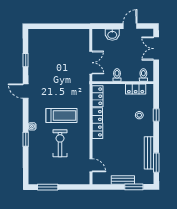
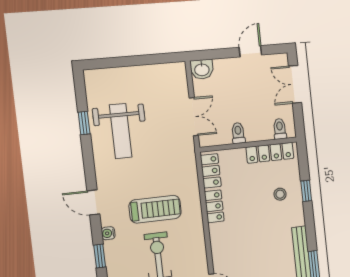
washbasin: (112, 35) -> (202, 69), moved
weight bench: (46, 67) -> (121, 131), added
locker: (136, 89) -> (270, 153), width x1.53
door: (26, 91) -> (93, 202), moved
locker: (97, 123) -> (214, 206), width x0.66

